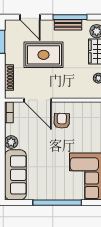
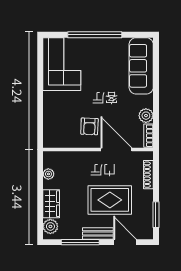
bench: (68, 25) -> (98, 233), moved
plant: (11, 142) -> (146, 116), moved

